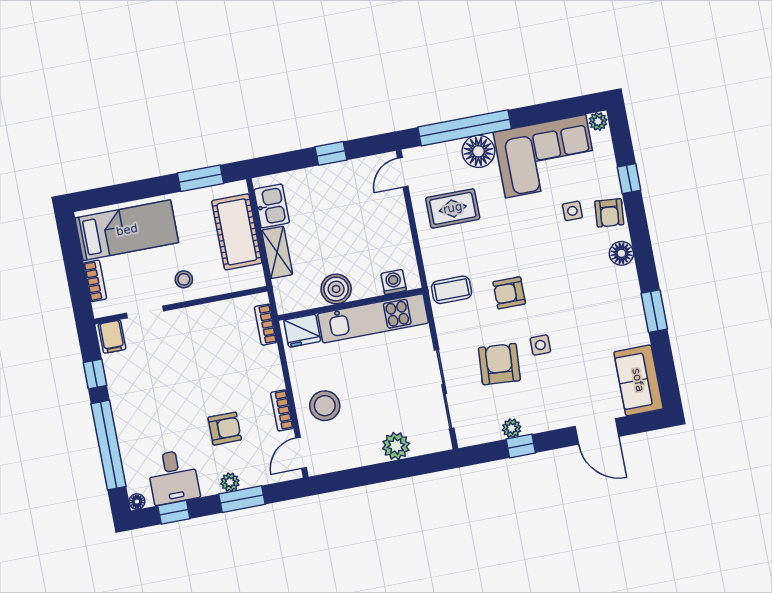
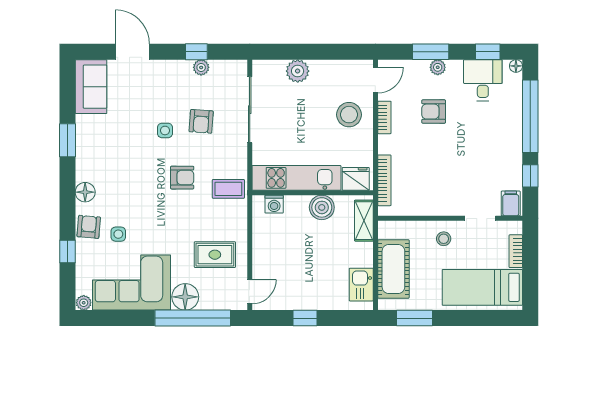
shelving: (277, 252) -> (364, 221), moved
bookcase: (266, 325) -> (384, 180), width x1.56
armchair: (499, 364) -> (201, 121), width x0.72, depth x0.72

